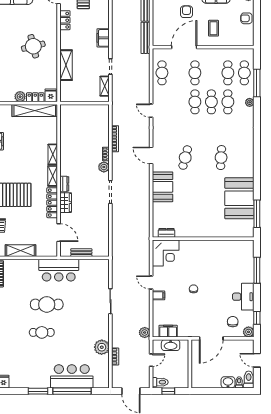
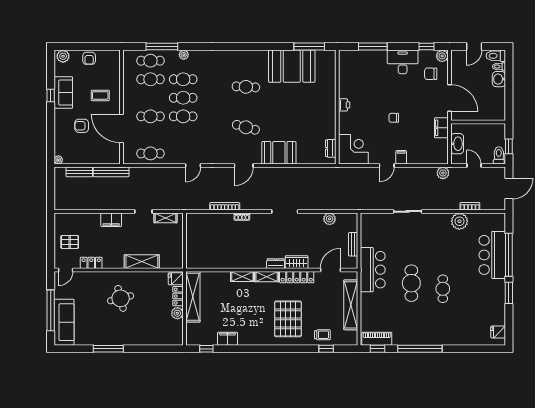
plant: (104, 167) -> (330, 219), moved
printer: (205, 245) -> (344, 105), added
shelving: (21, 251) -> (351, 305), width x1.47
filing cabinet: (168, 331) -> (441, 128), moved

